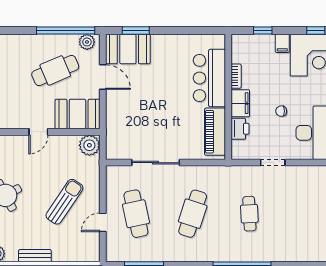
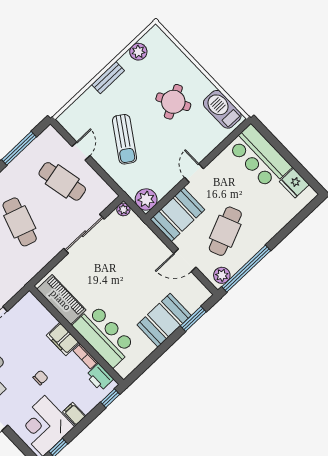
window: (263, 30) -> (110, 398), moved
booth: (128, 49) -> (164, 320), moved
chair: (281, 111) -> (40, 378), moved
printer: (240, 129) -> (100, 377), moved
plant: (112, 153) -> (123, 209), added

